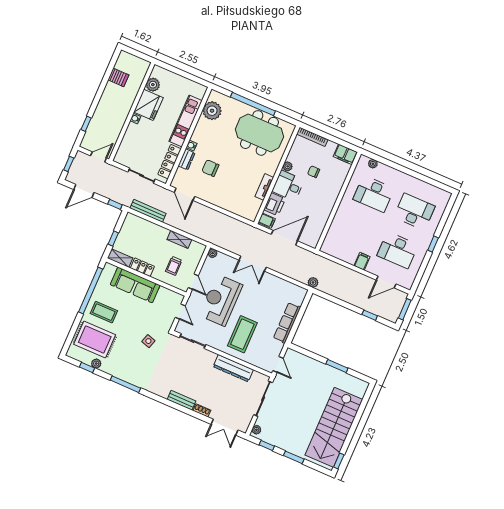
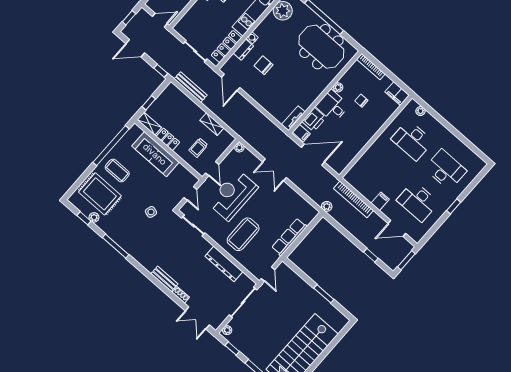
tv unit: (264, 187) -> (293, 118), moved
bookcase: (336, 268) -> (353, 199), added

